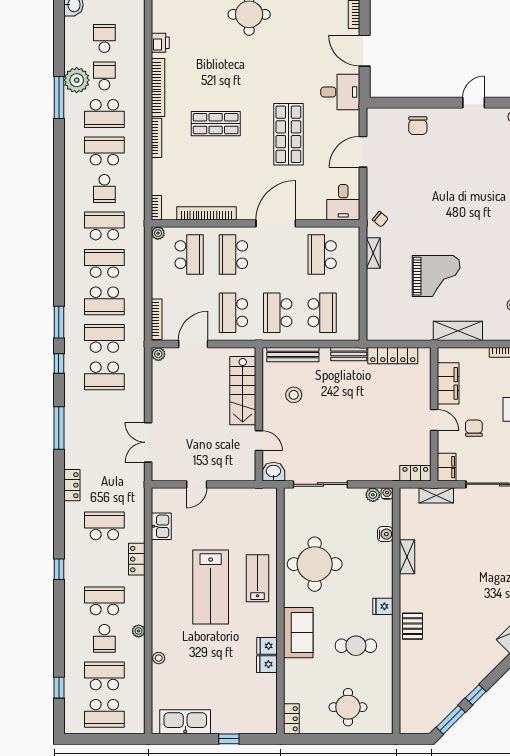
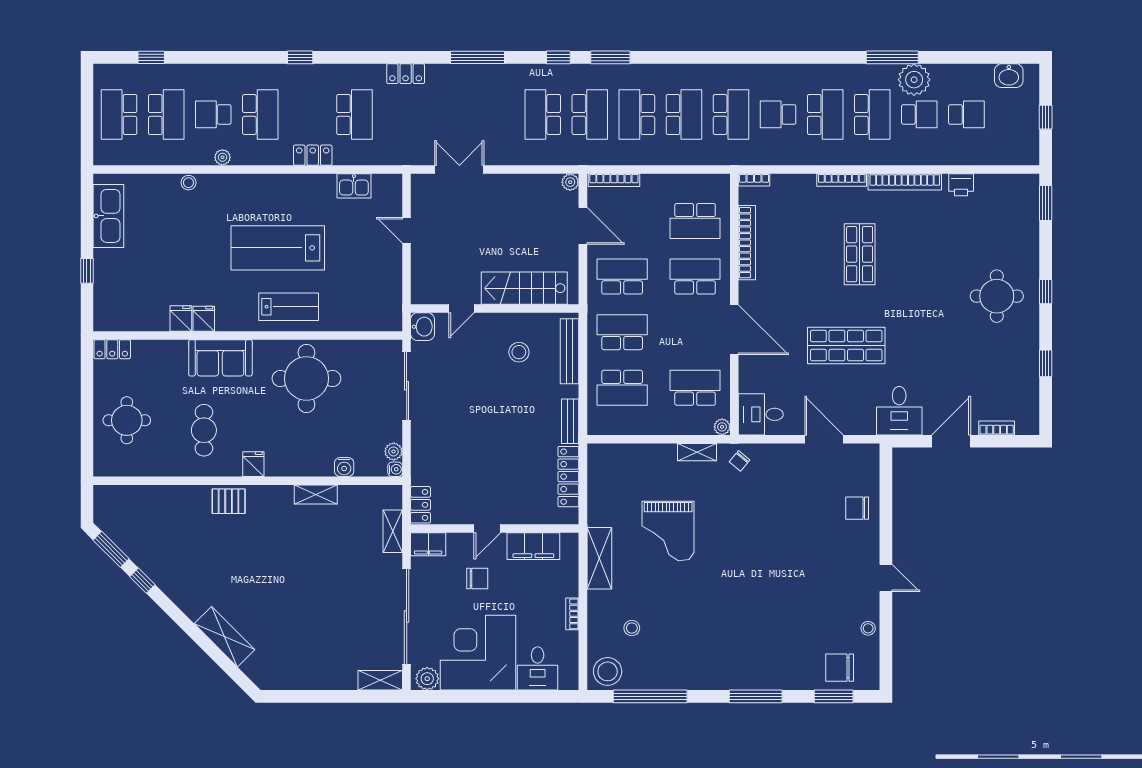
school desk: (104, 113) -> (872, 114), turned 180
plant: (158, 233) -> (722, 427), moved

